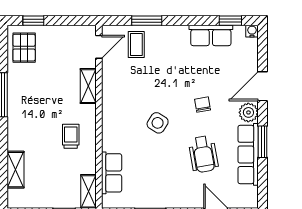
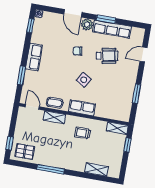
row of seats: (211, 35) -> (34, 57), moved
coffee table: (136, 44) -> (55, 103), moved
row of seats: (112, 173) -> (82, 108), moved

